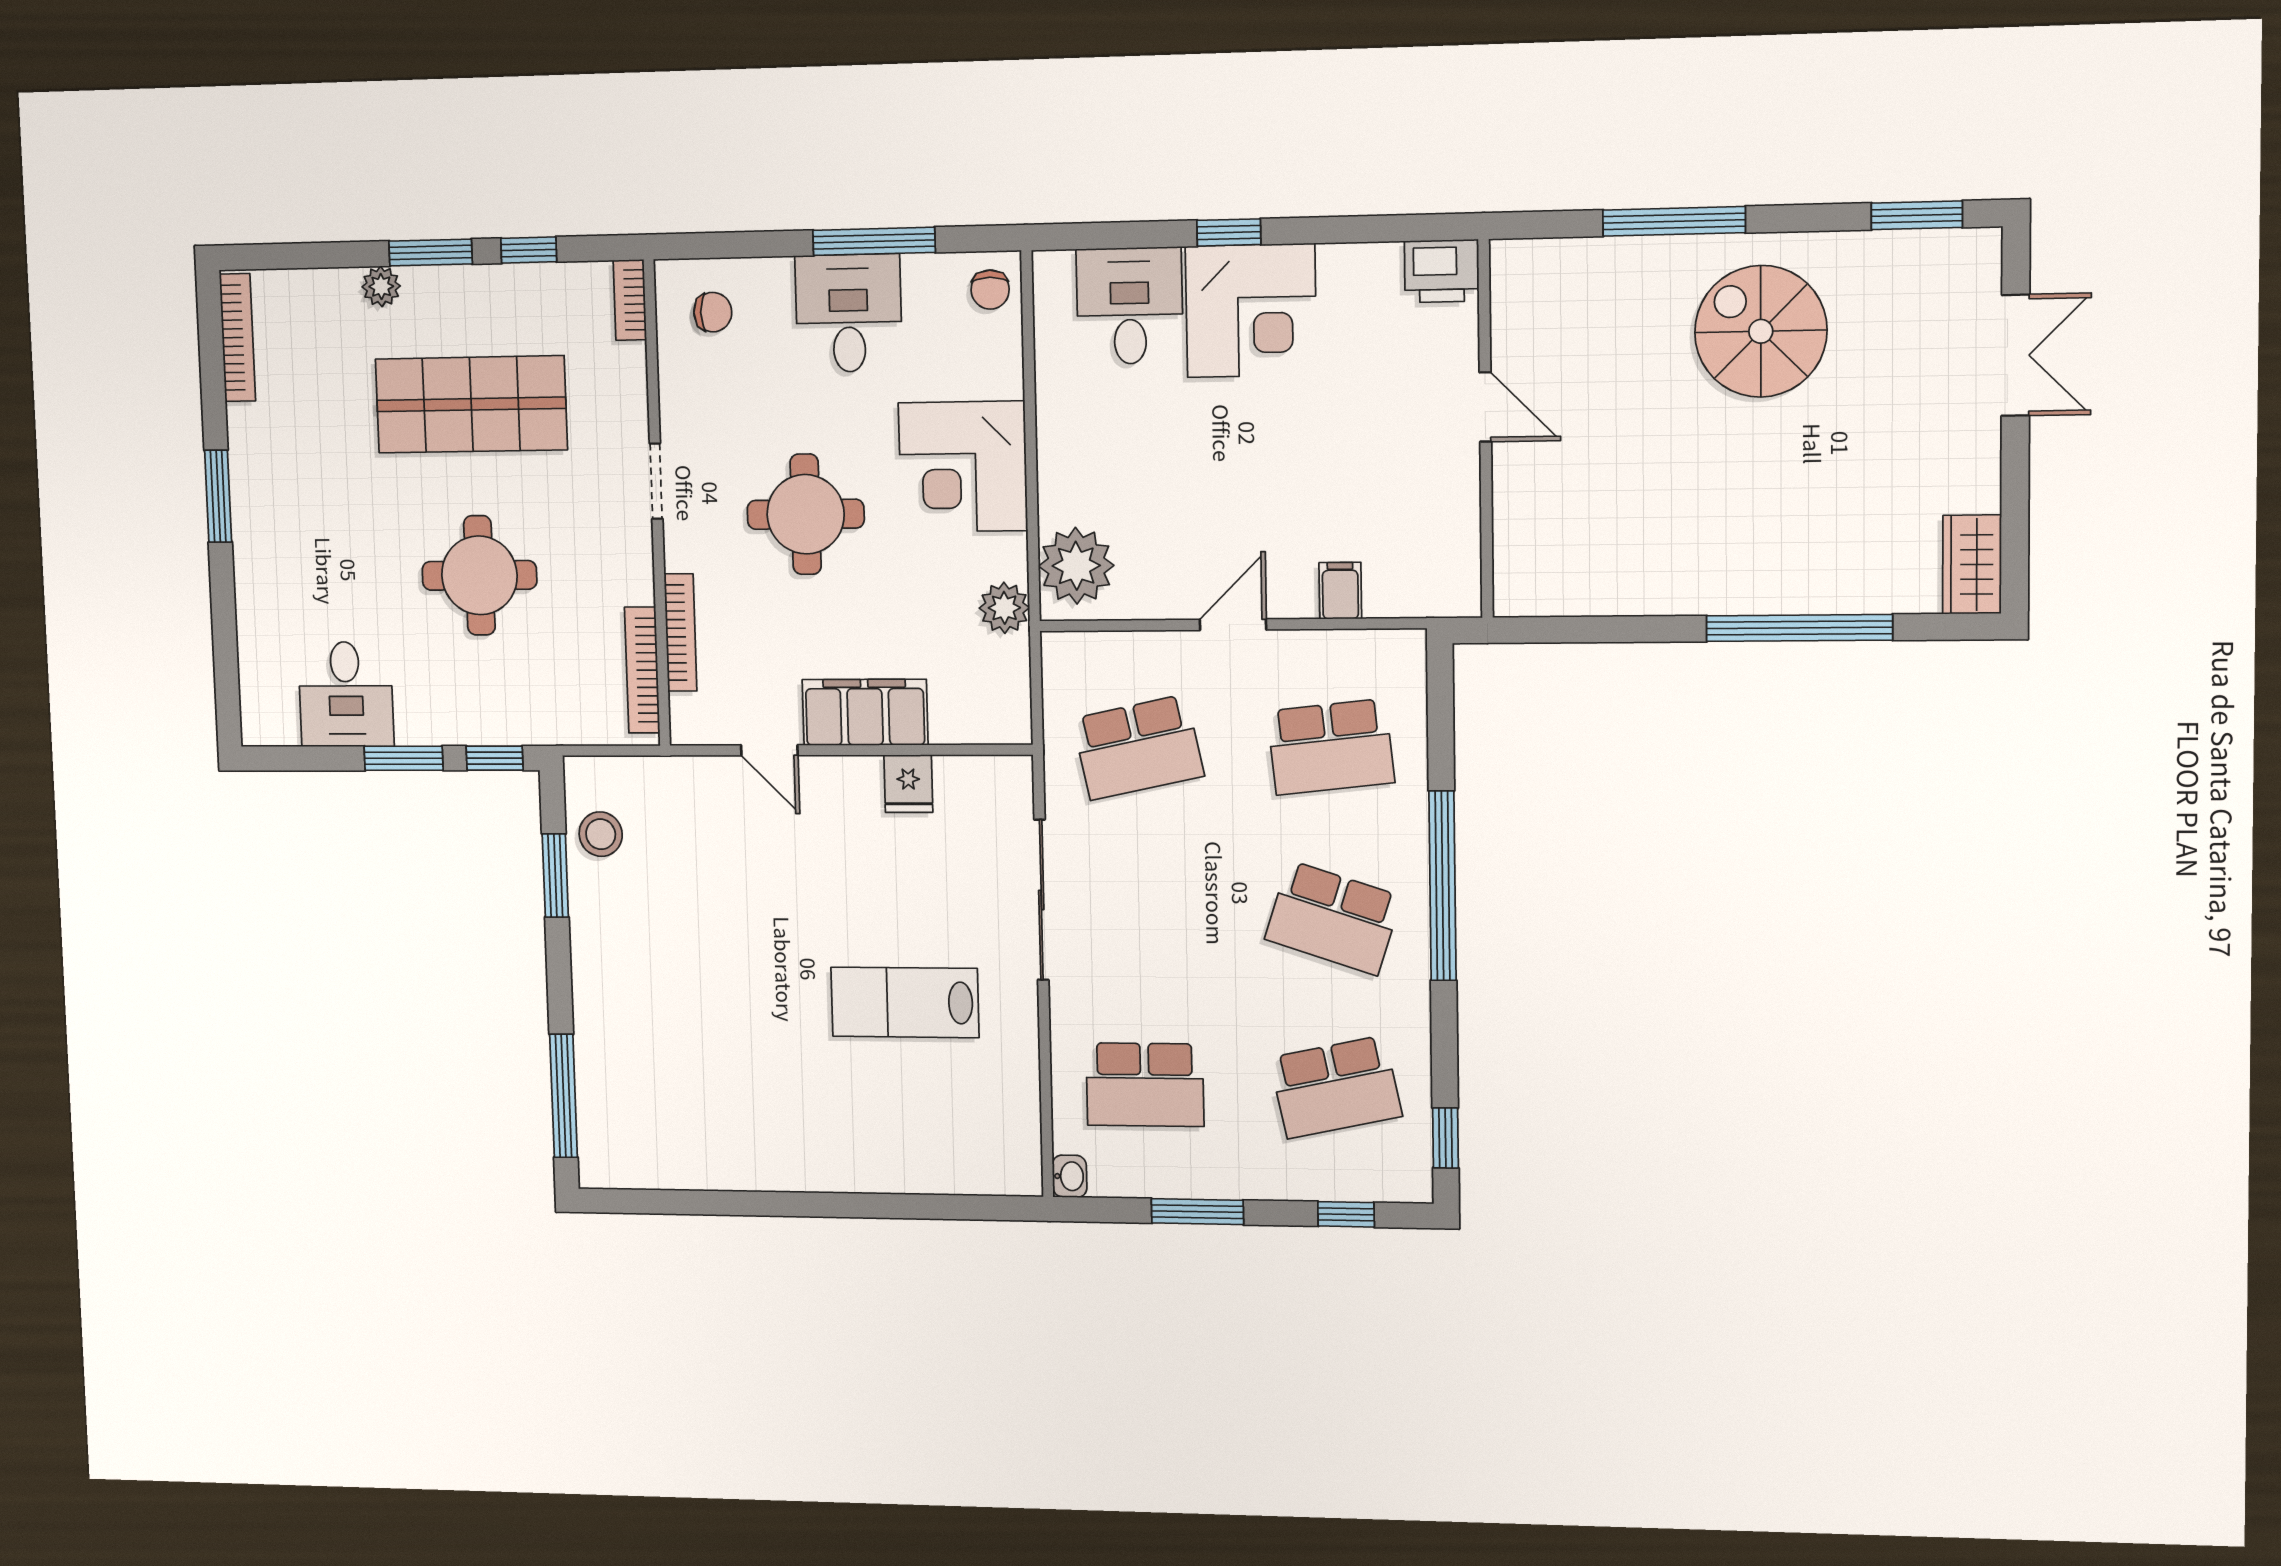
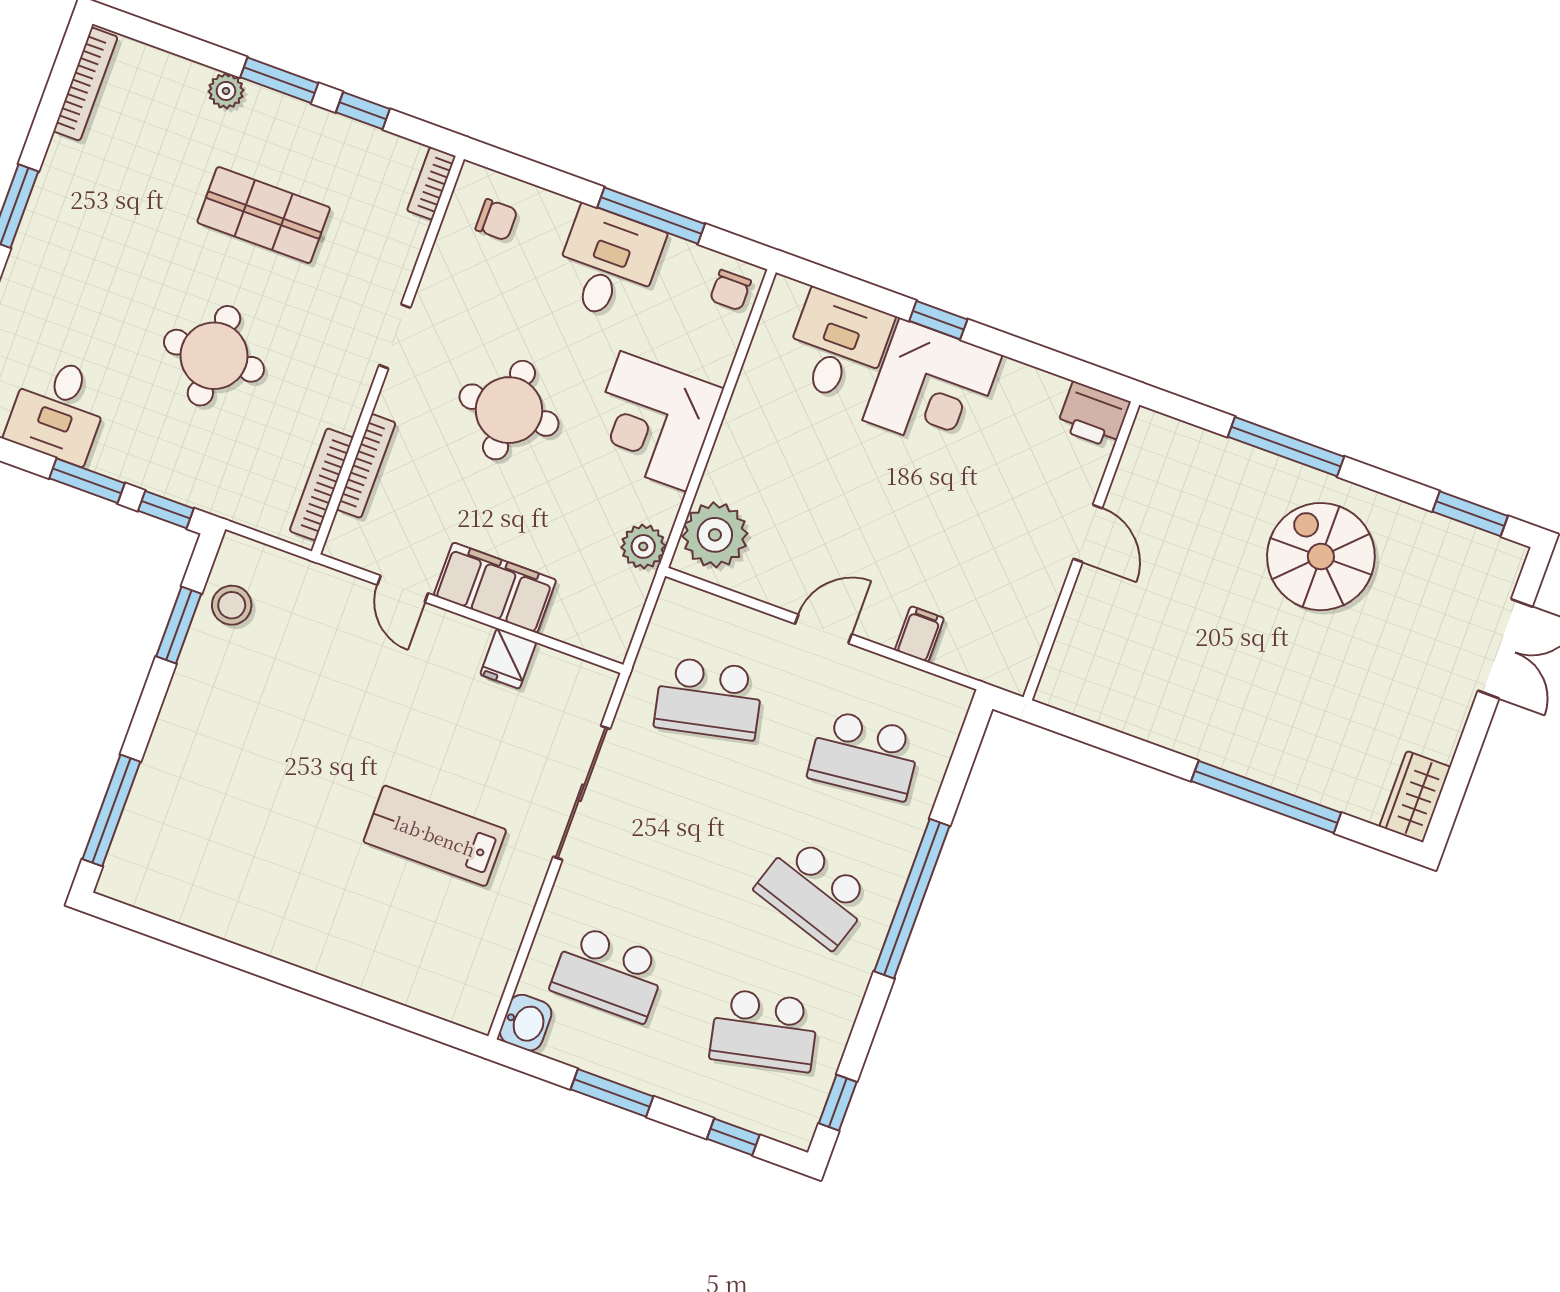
shop shelf: (471, 404) -> (264, 215), width x0.70, depth x0.74
washbasin: (1070, 1176) -> (526, 1023), width x1.38, depth x1.45

